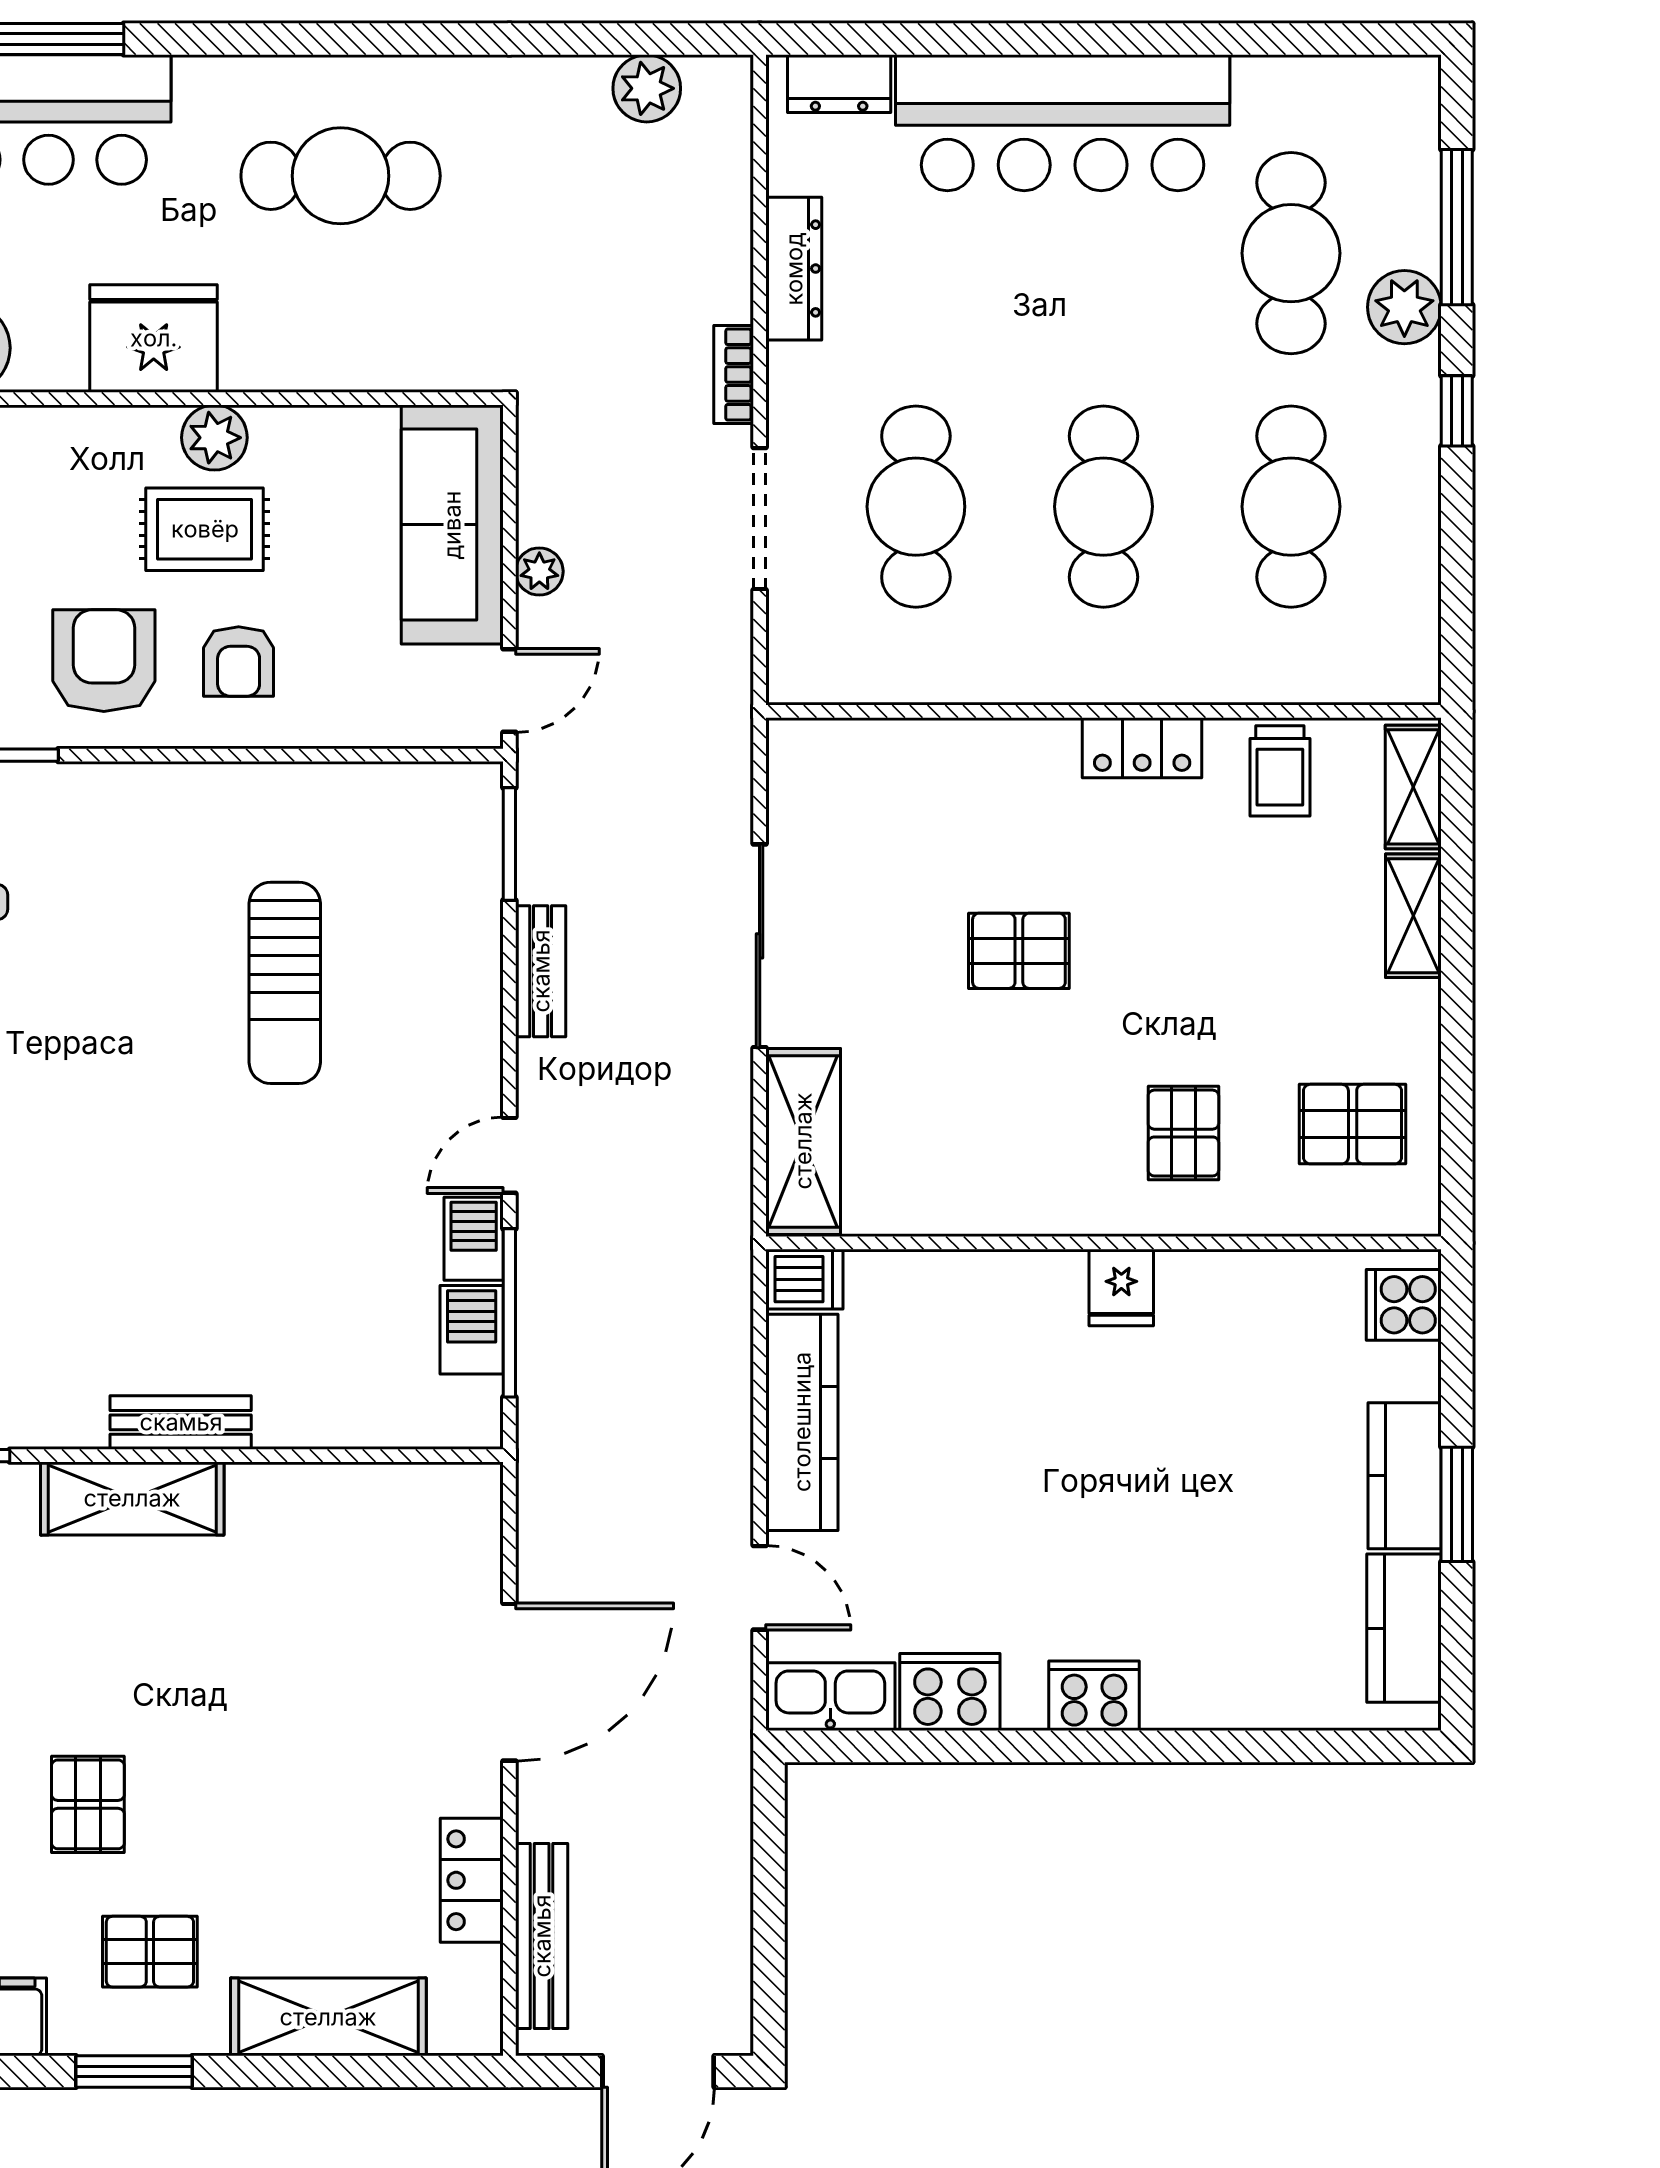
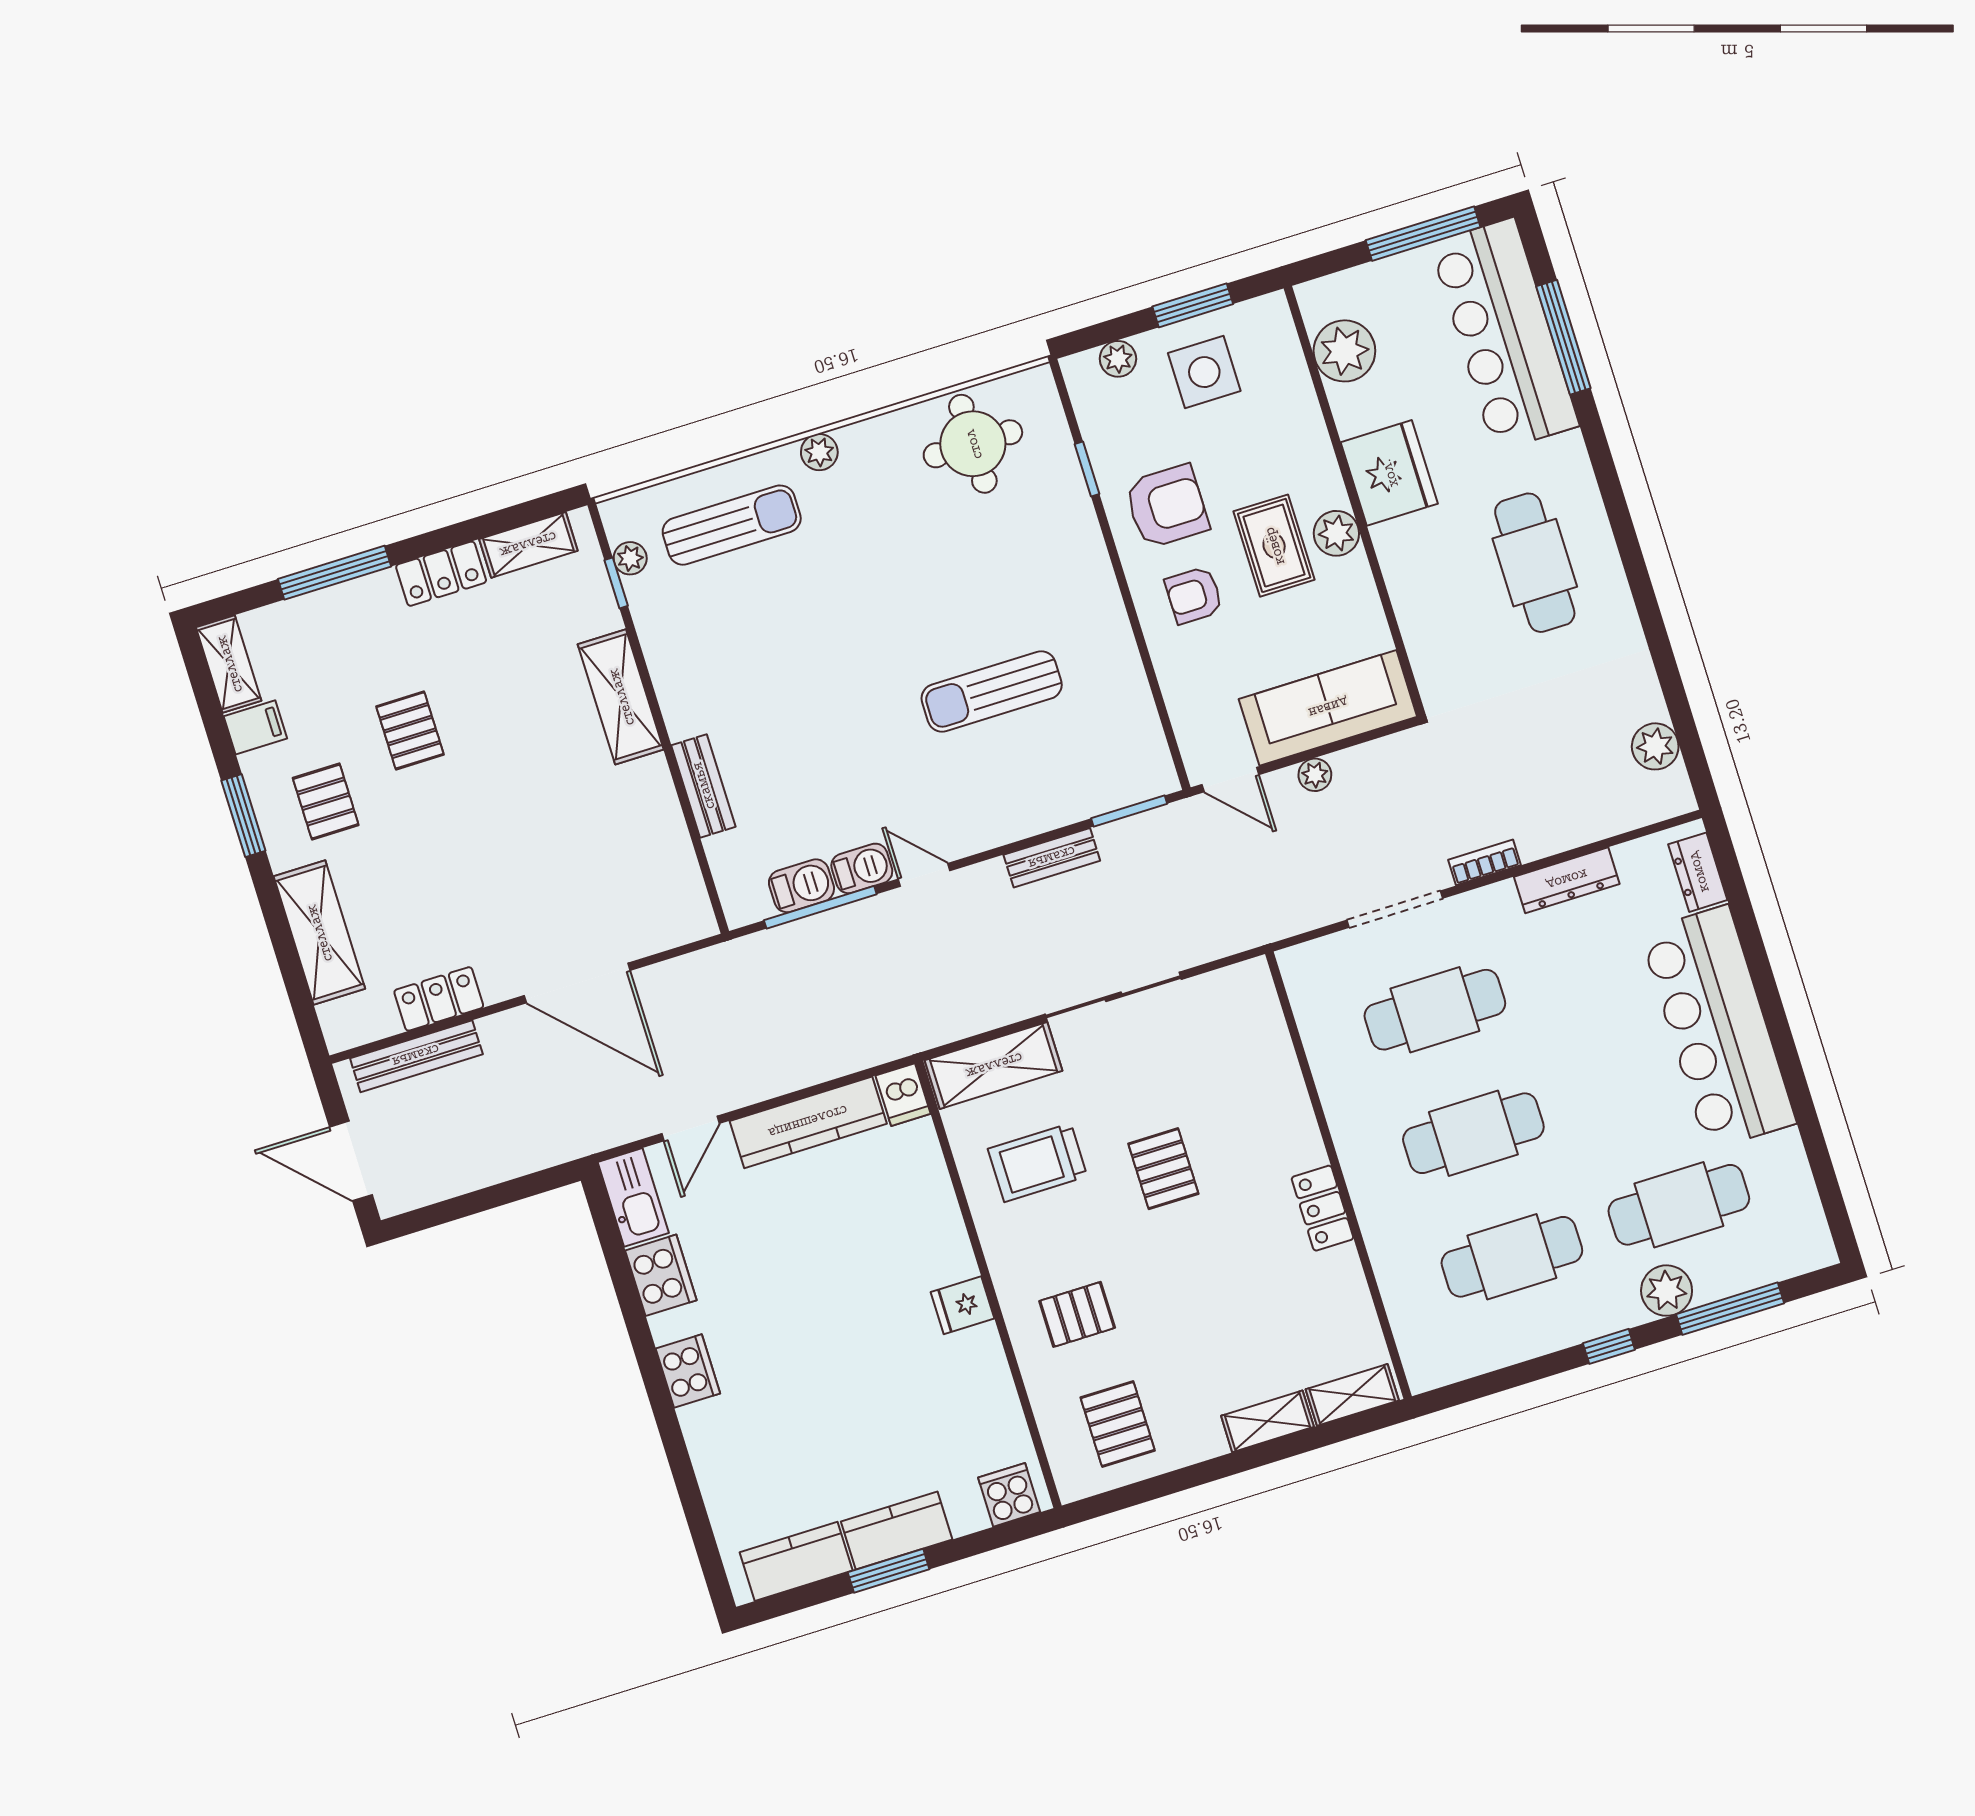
trolley: (1280, 771) -> (1038, 1163), moved, width x1.36, depth x1.39
bench: (181, 1422) -> (703, 786), moved
pallet: (88, 1804) -> (410, 730), turned 90

